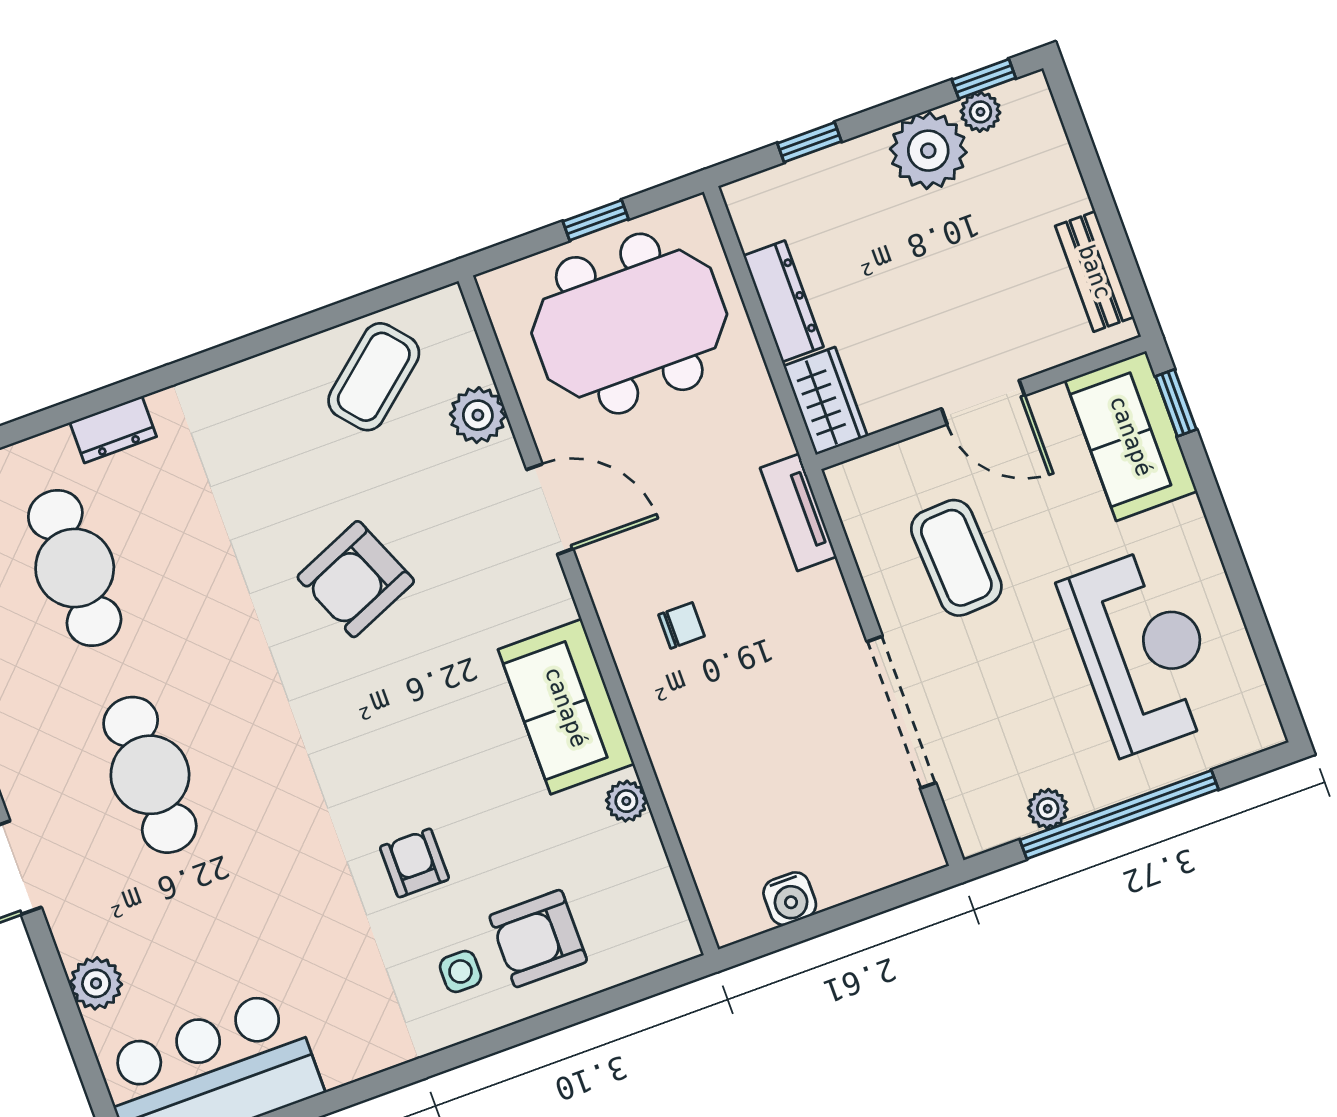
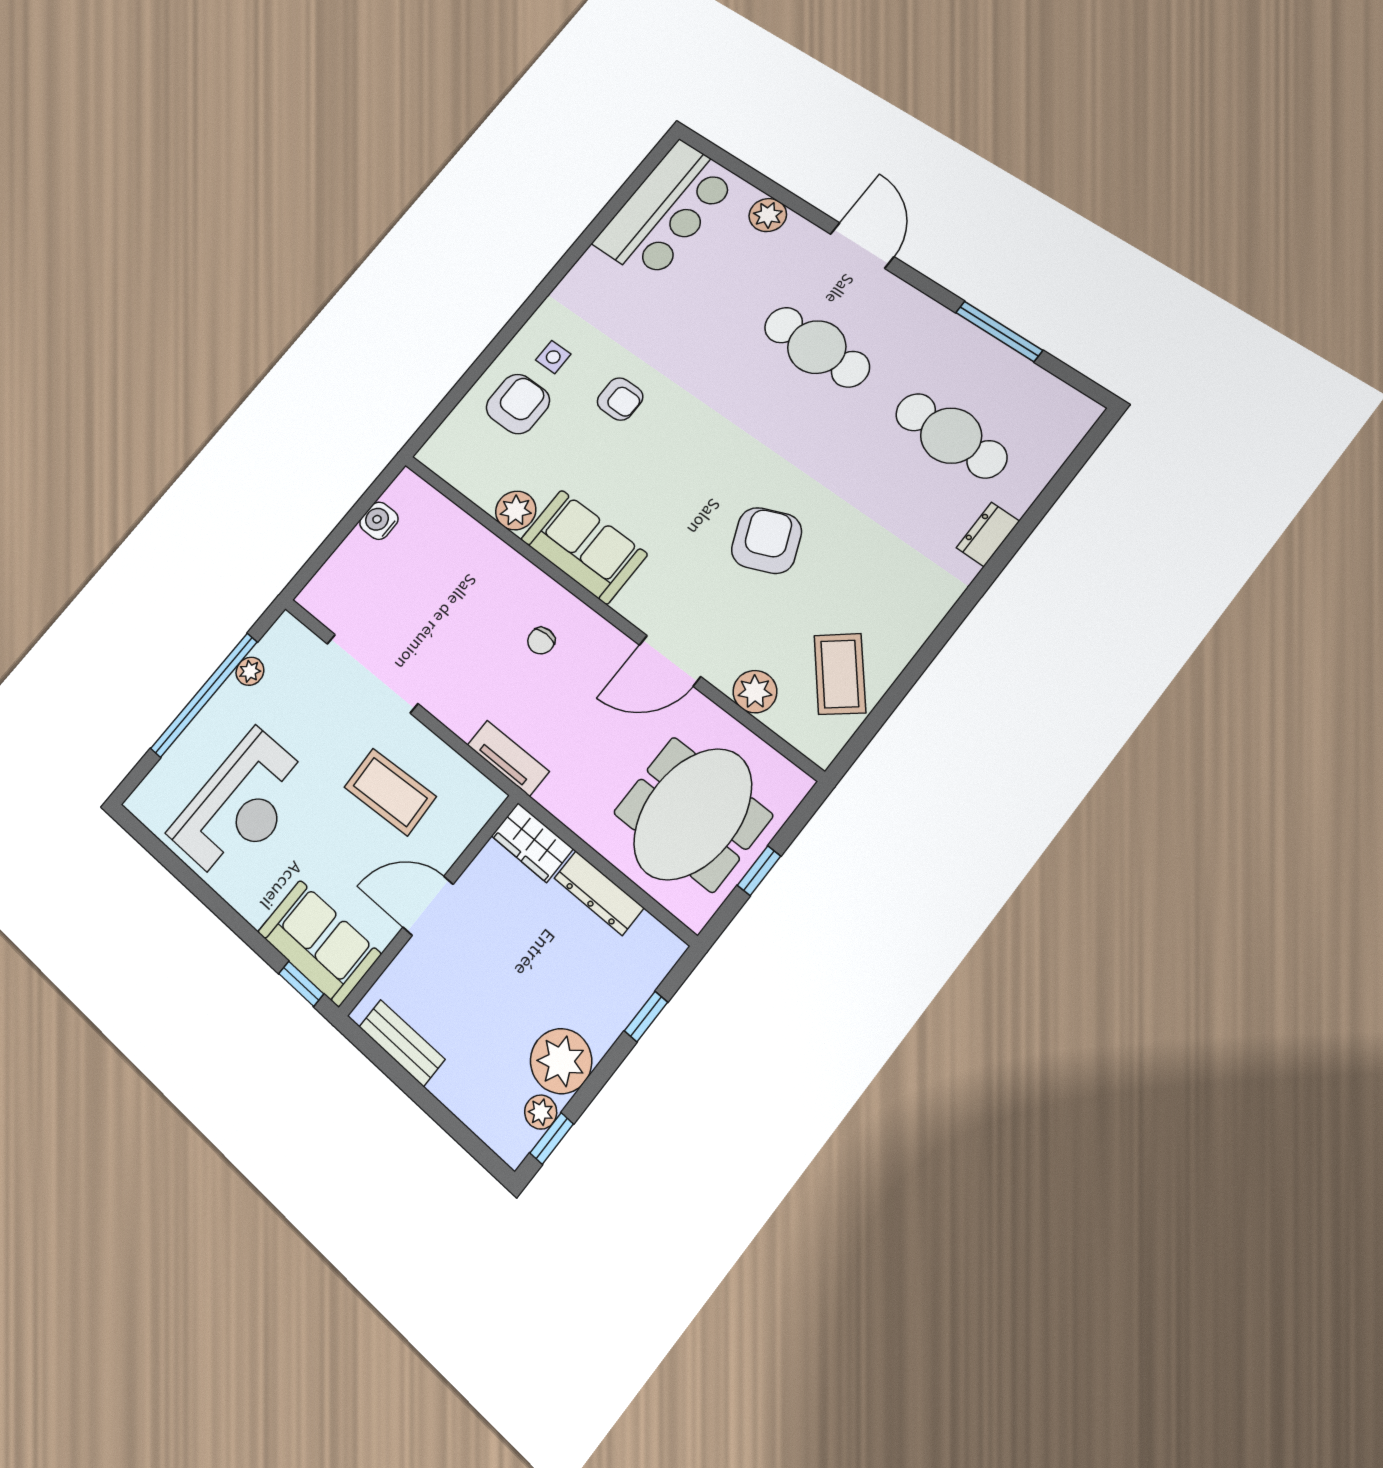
reception desk: (1143, 651) -> (241, 806), turned -90
plant: (626, 801) -> (516, 510), width x1.38, depth x1.38

